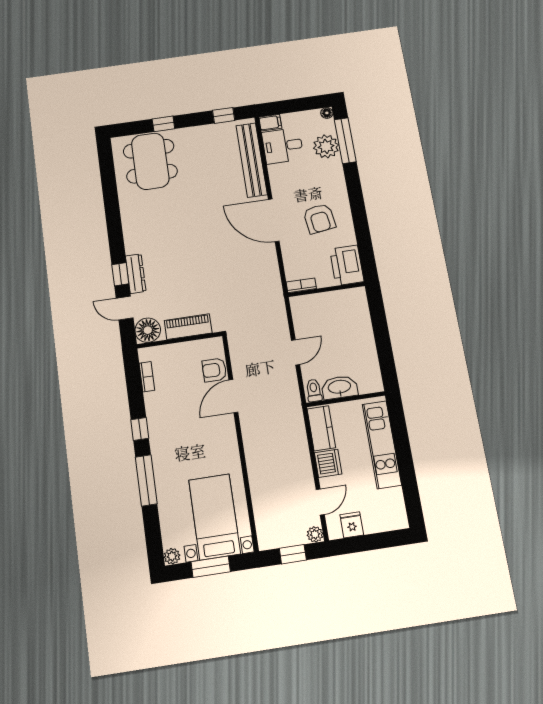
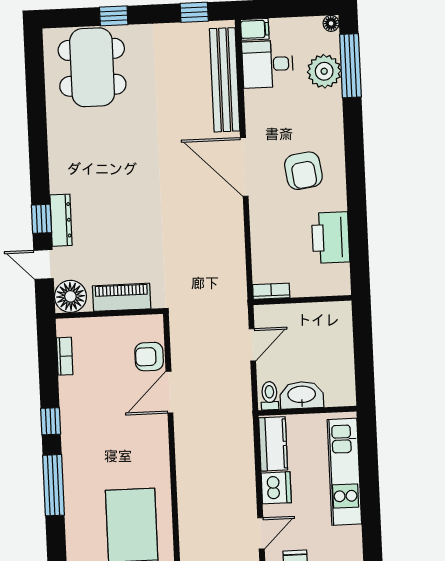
bookcase: (301, 285) -> (271, 291), moved
wall: (326, 289) -> (302, 300), moved

